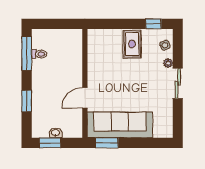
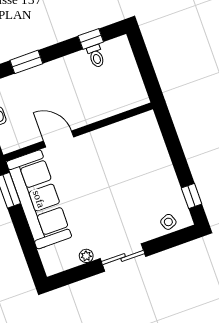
rug: (132, 44) -> (154, 177), removed
window: (27, 53) -> (91, 39), width x0.46
plant: (168, 63) -> (86, 256), moved

